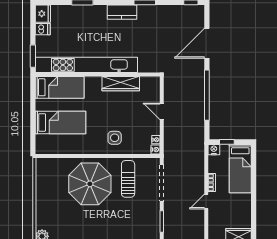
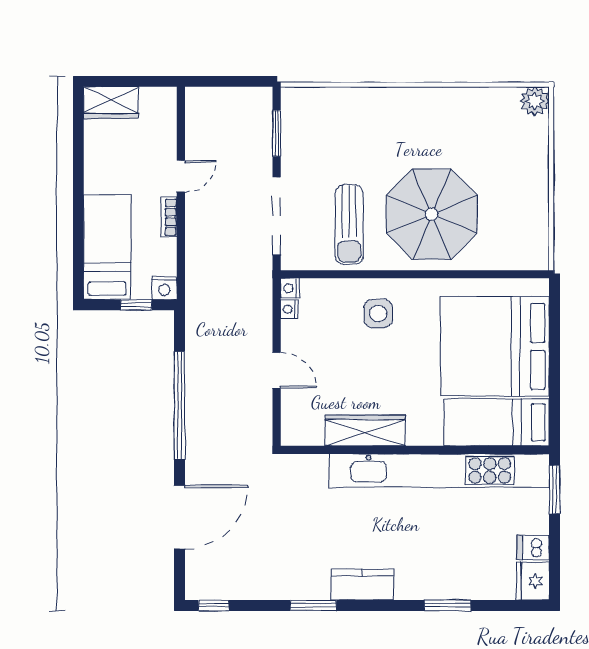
bed: (60, 122) -> (495, 346), width x2.04

